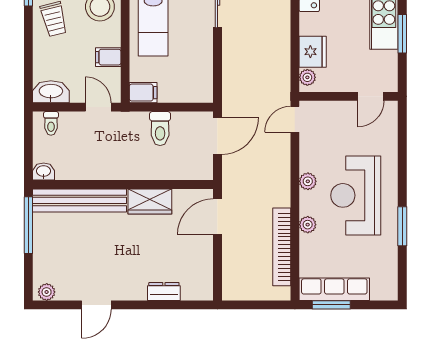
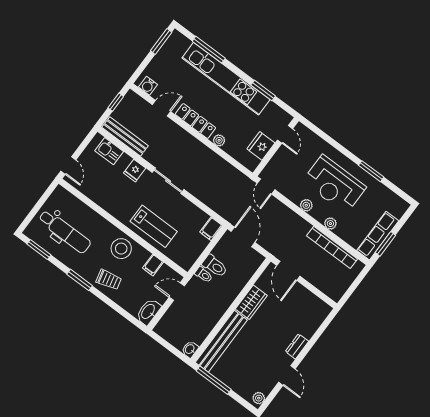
fridge: (313, 52) -> (261, 146), moved, turned -90
plant: (307, 77) -> (219, 140), moved
filing cabinet: (143, 93) -> (211, 229), moved, turned 180
toilet: (51, 123) -> (204, 275), moved
dresser: (164, 291) -> (297, 346), moved

